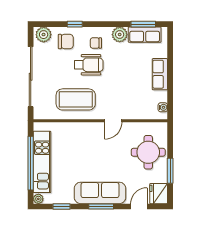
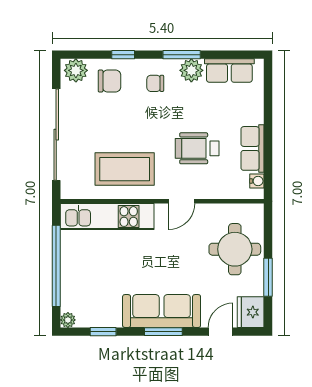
window: (143, 24) -> (182, 55), moved
wheelchair: (89, 65) -> (197, 148), moved, turned 180
row of seats: (160, 74) -> (253, 148), moved
kitchen unit: (42, 162) -> (107, 217), moved, turned 90

